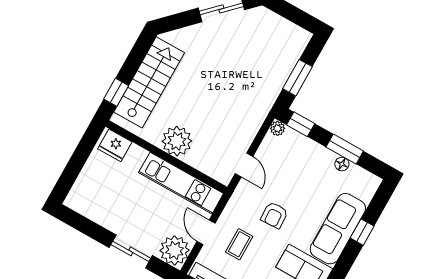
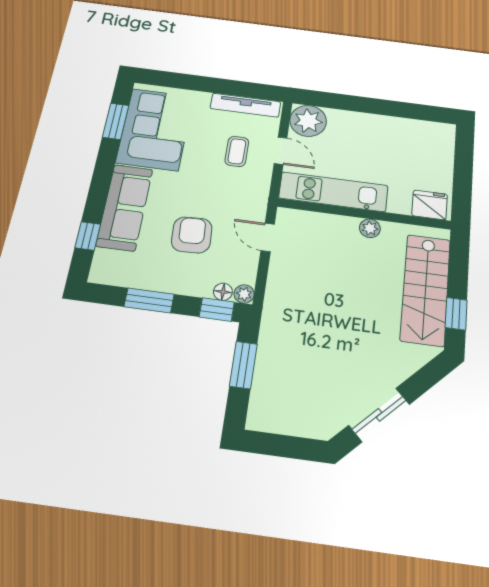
window: (116, 92) -> (456, 314), moved
plant: (177, 141) -> (370, 228), width x0.53, depth x0.53
floor lamp: (342, 164) -> (223, 292), moved
armchair: (274, 215) -> (192, 235), moved, width x1.38, depth x1.38
window: (362, 232) -> (88, 236), moved
sliding door: (131, 251) -> (356, 104), removed

